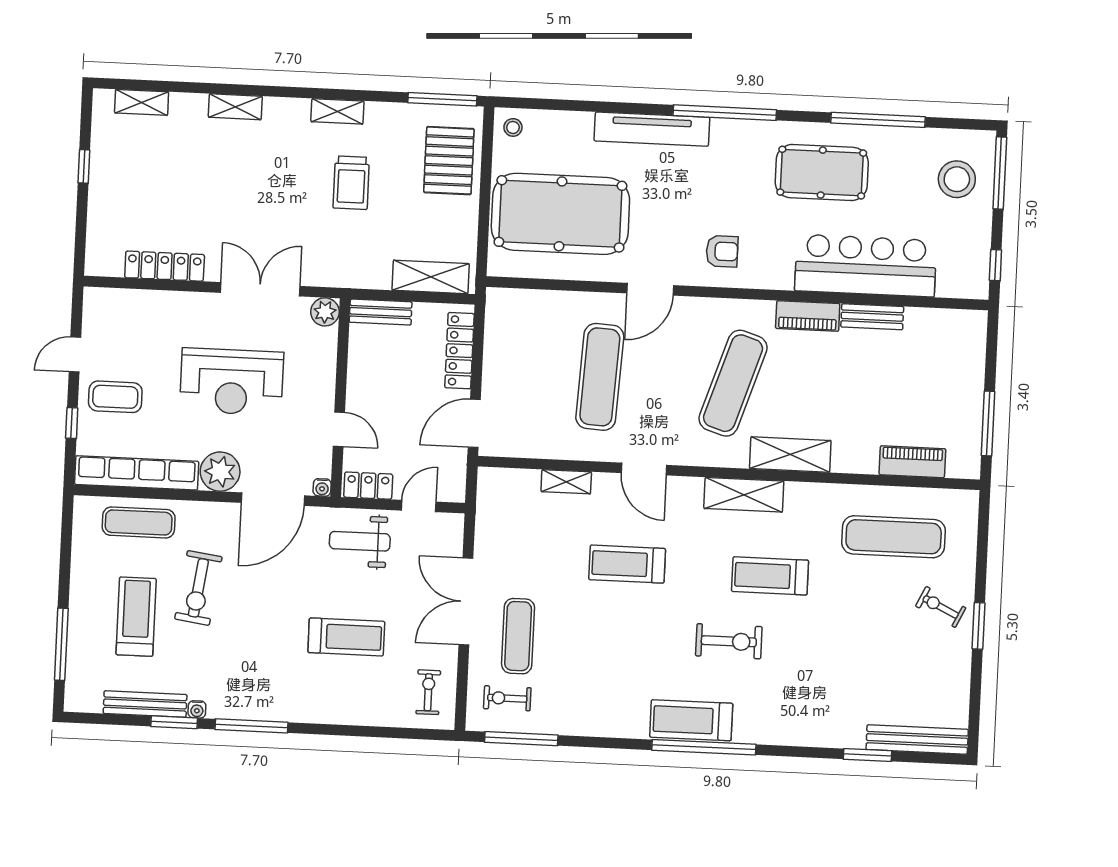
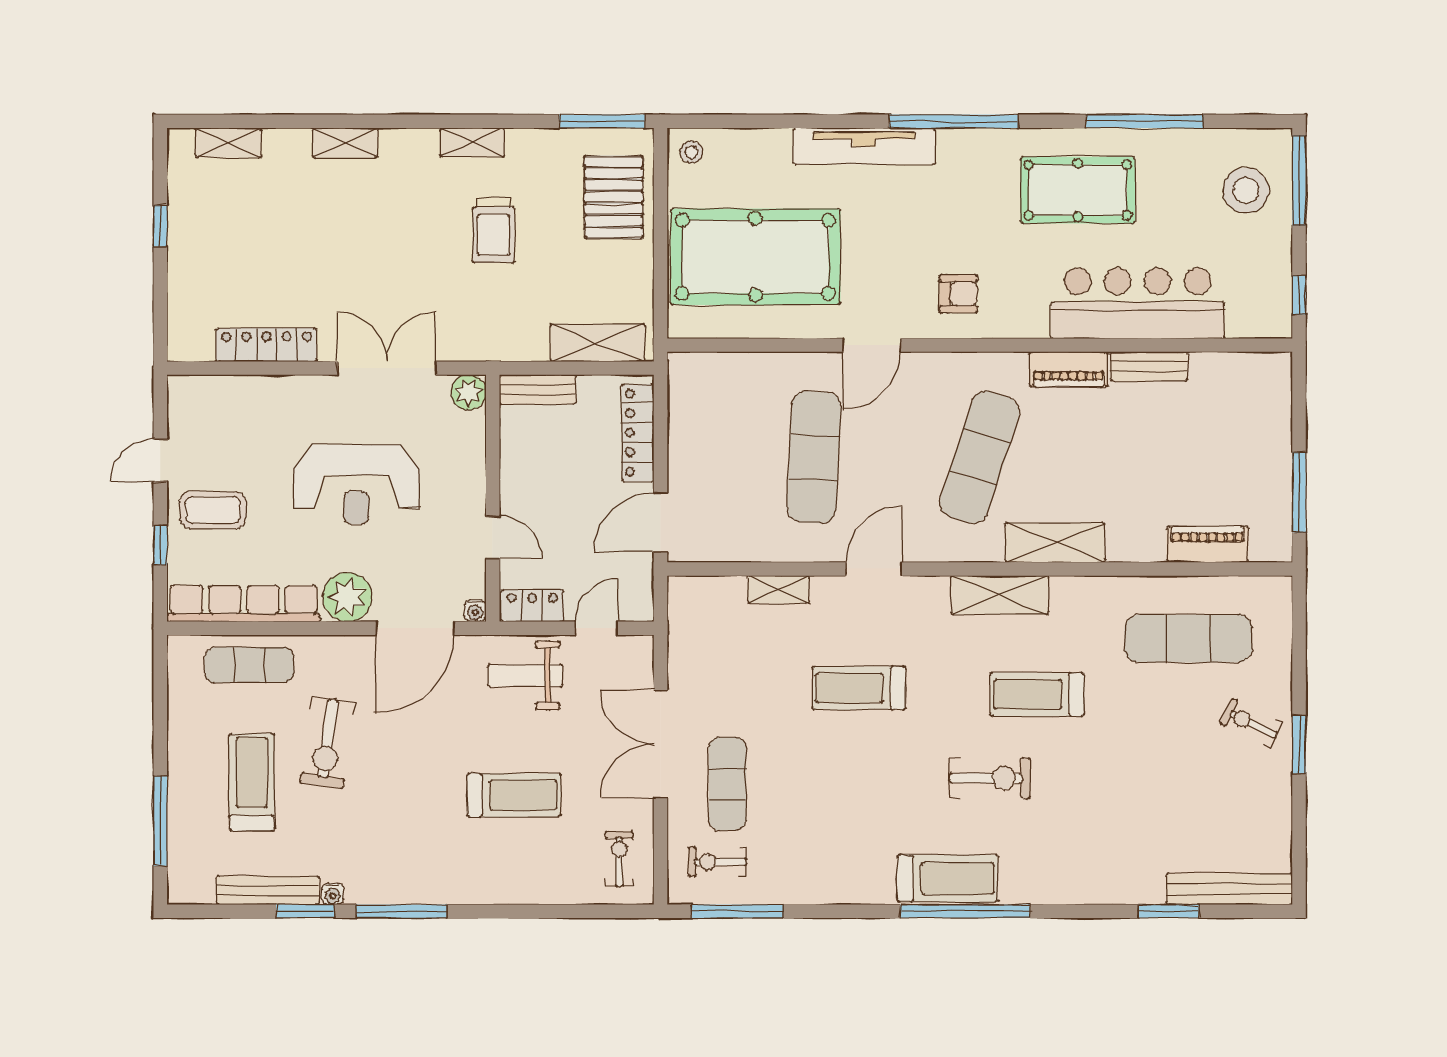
door: (644, 469) -> (874, 569), swing flipped
treadmill: (691, 720) -> (948, 878), turned 180

